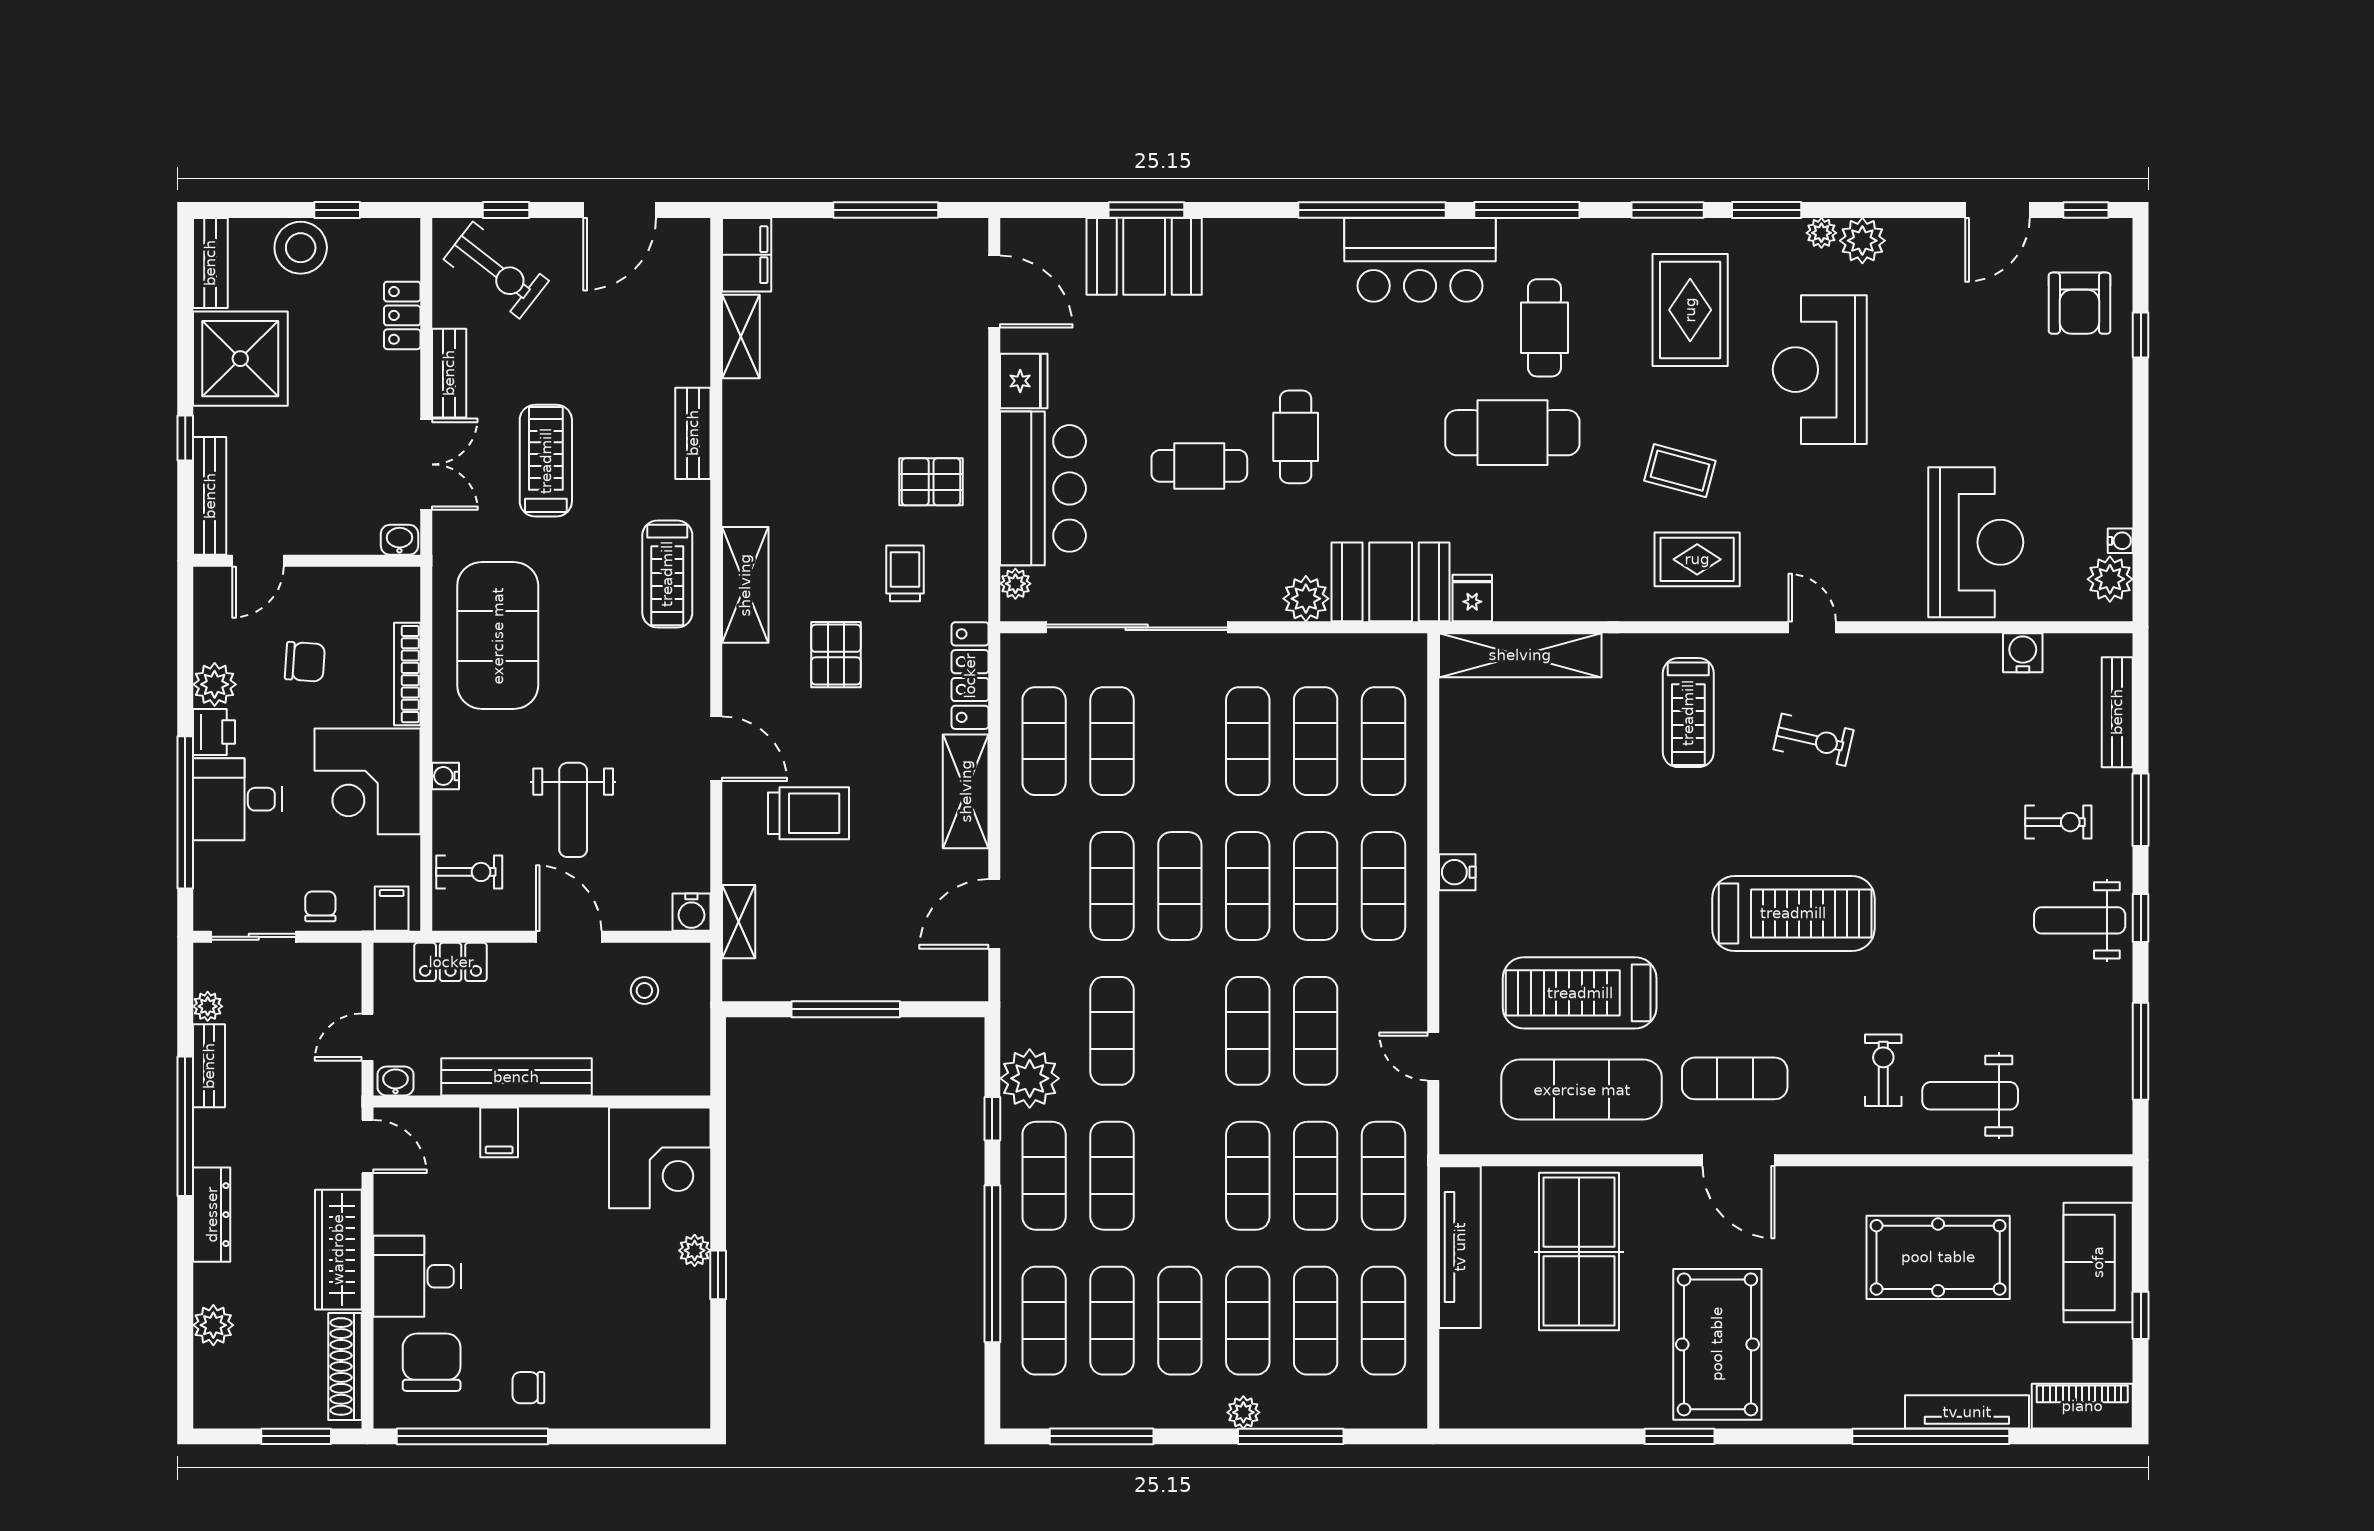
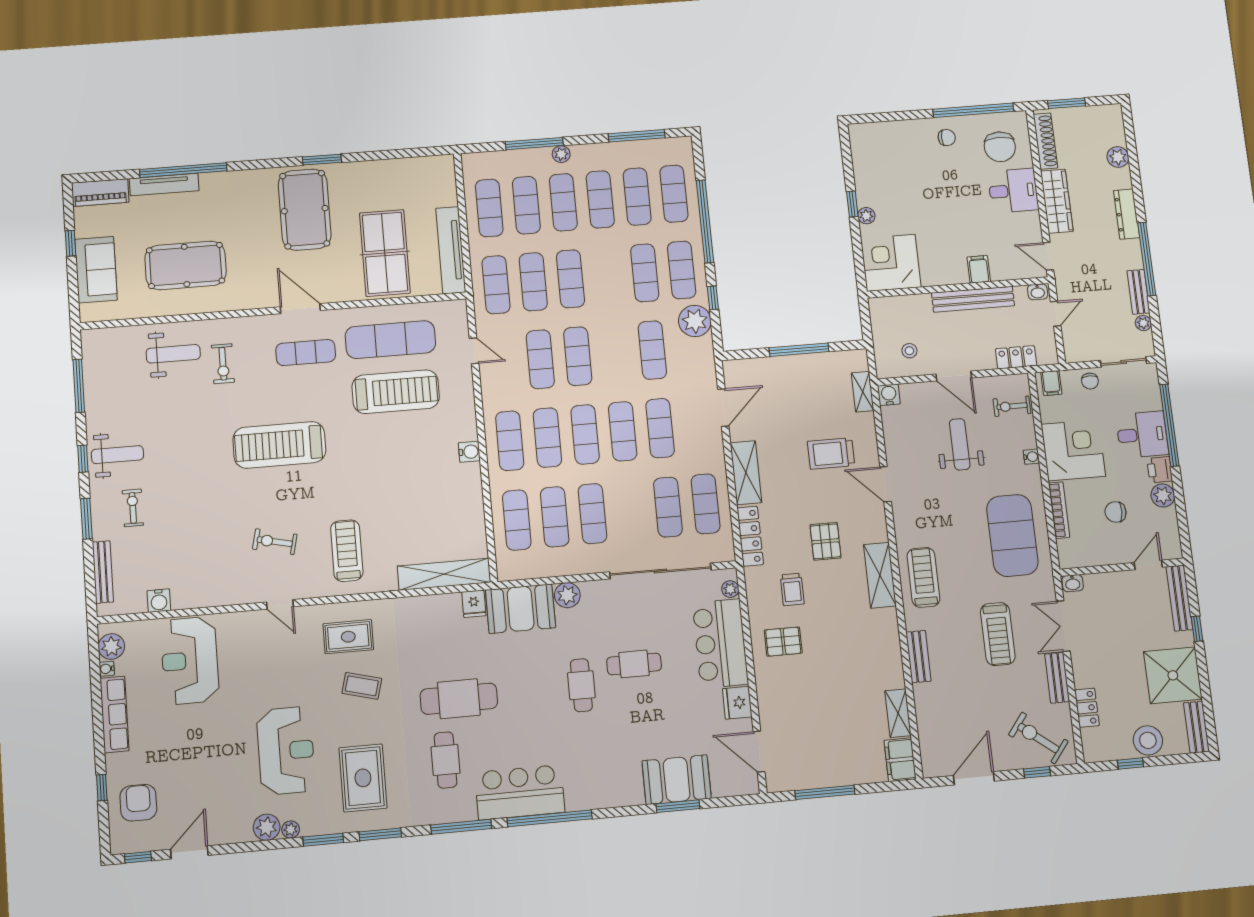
row of seats: (2111, 460) -> (114, 714), added
exercise bike: (2058, 822) -> (133, 508), turned 90

